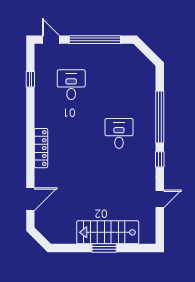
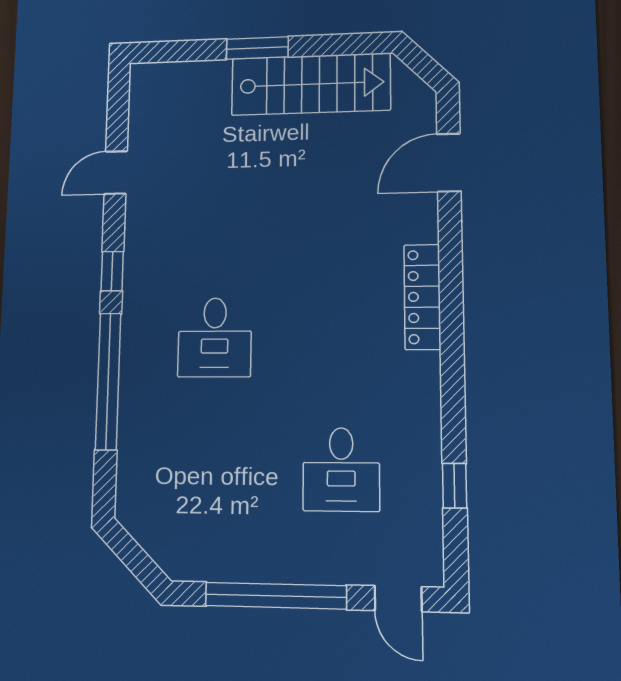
stairs: (108, 232) -> (311, 84), moved

